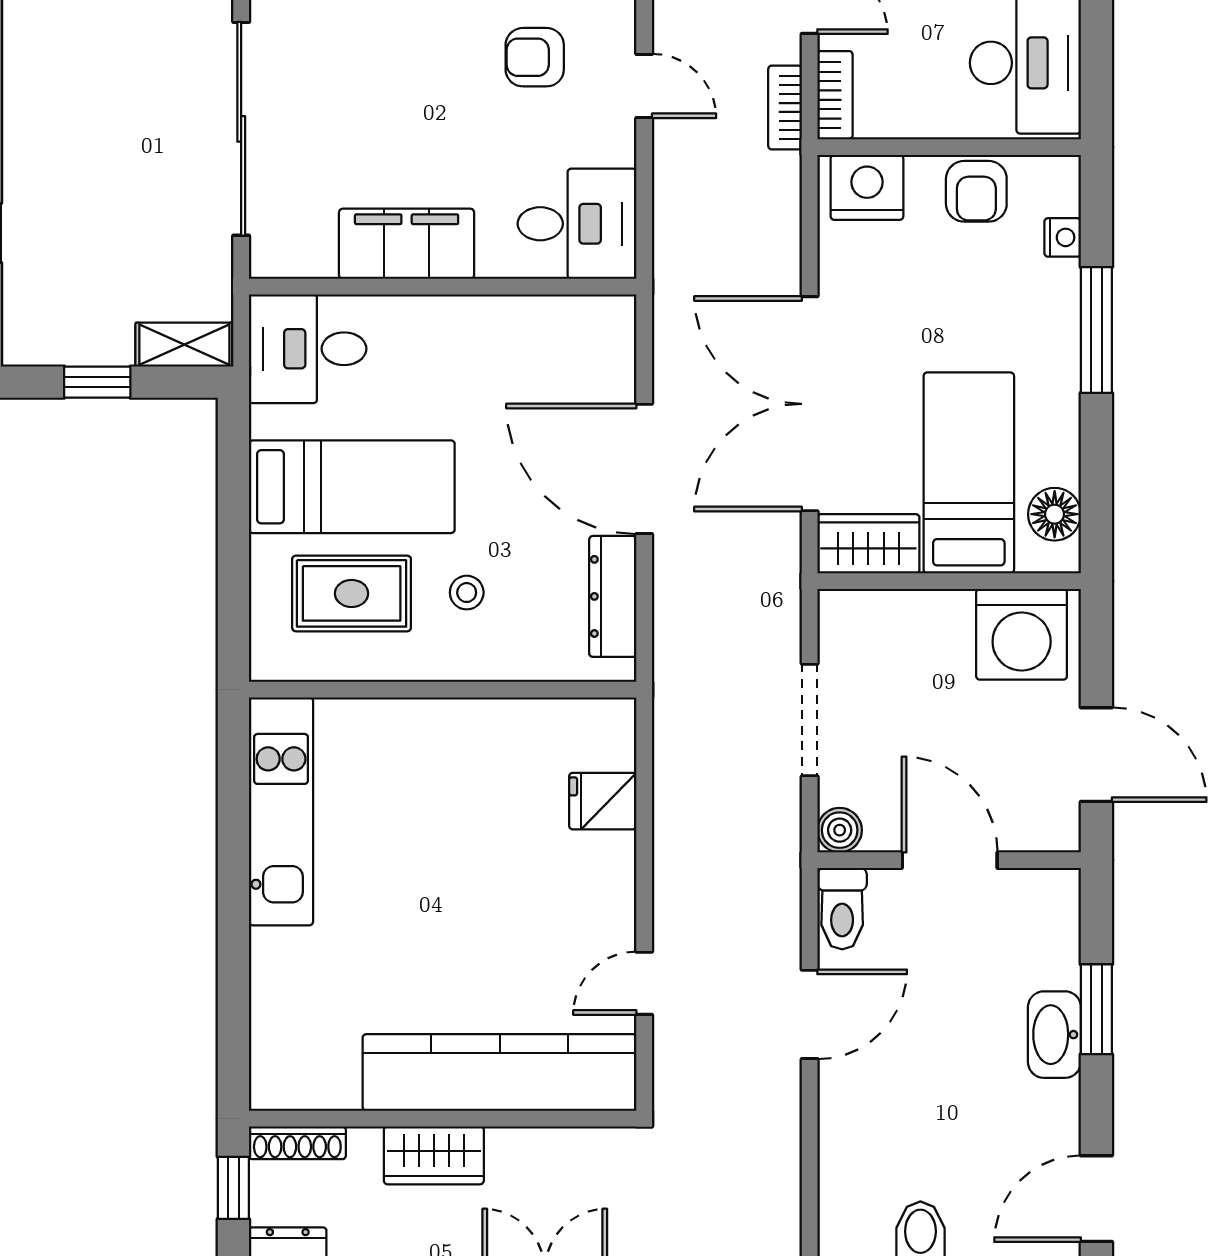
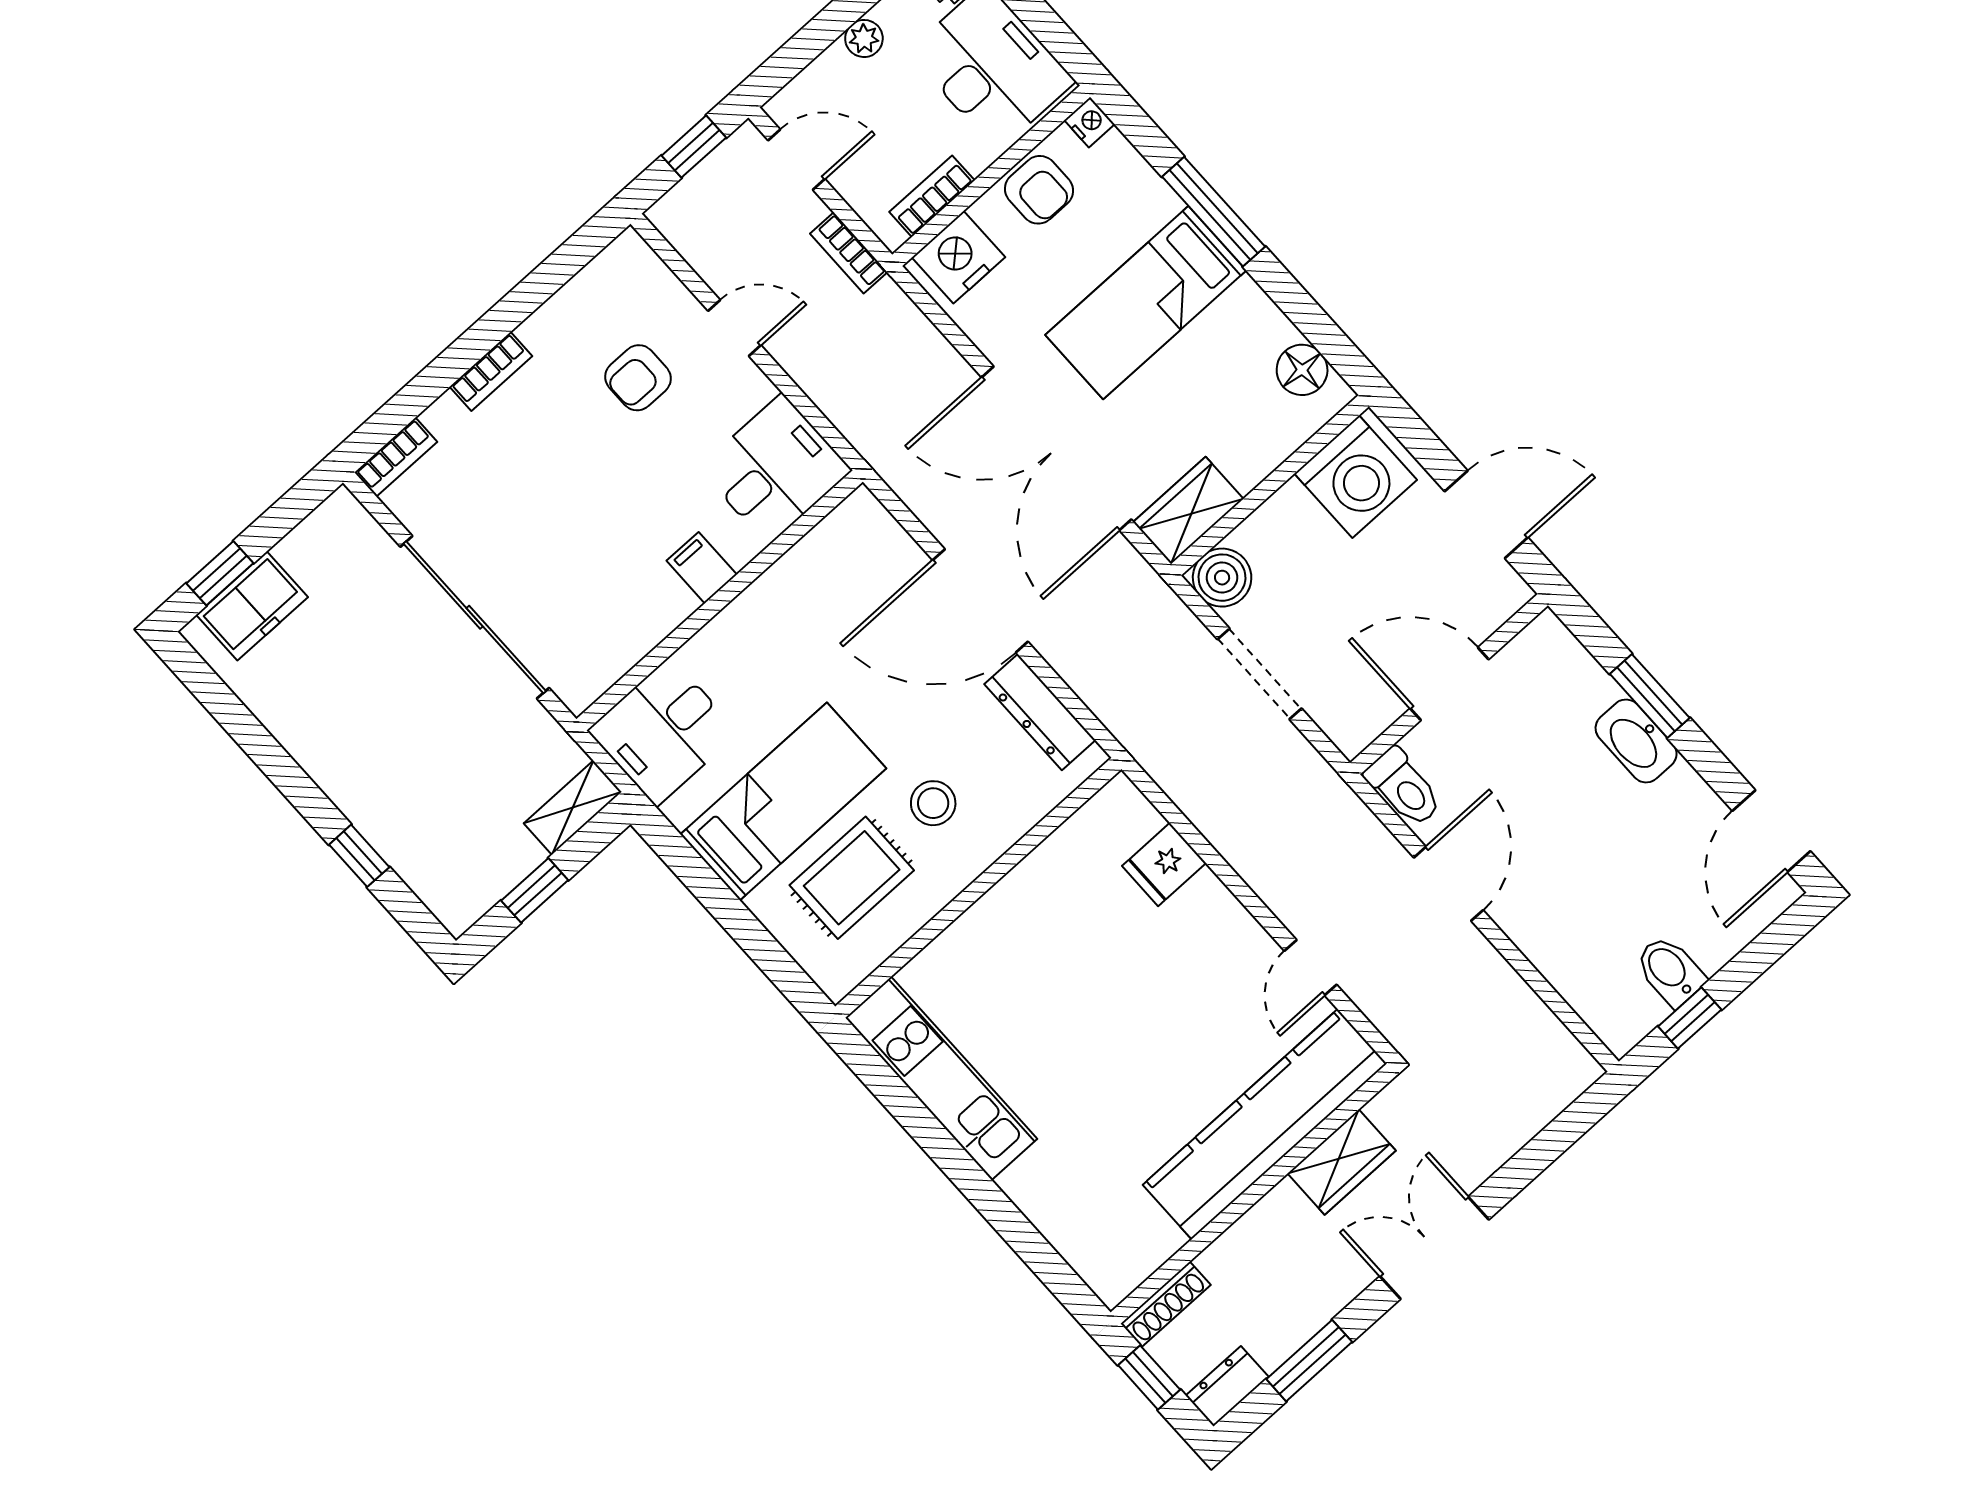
bookcase: (835, 95) -> (932, 196), moved, turned -90
nightstand: (1063, 237) -> (1089, 122), moved
filing cabinet: (407, 244) -> (702, 568), width x0.33, depth x0.86
bed: (969, 473) -> (1146, 303), moved, turned -90
stool: (467, 593) -> (933, 803), width x1.37, depth x1.37
boiler: (840, 830) -> (1222, 578), moved, width x1.36, depth x1.36
wardrobe: (434, 1155) -> (1342, 1162), moved

